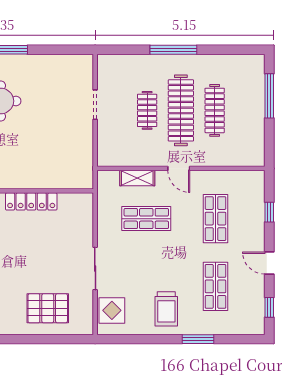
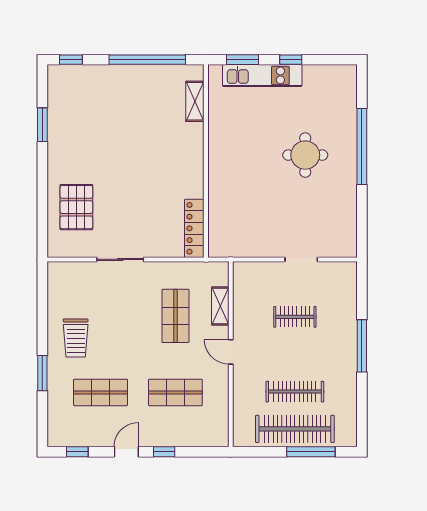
clothes rail: (181, 110) -> (295, 429), moved
door: (179, 168) -> (231, 352), hinge flipped
locker: (31, 201) -> (194, 228), moved
window: (269, 212) -> (164, 452), moved
trolley: (166, 309) -> (76, 338), turned -90
display table: (112, 310) -> (74, 278), removed

